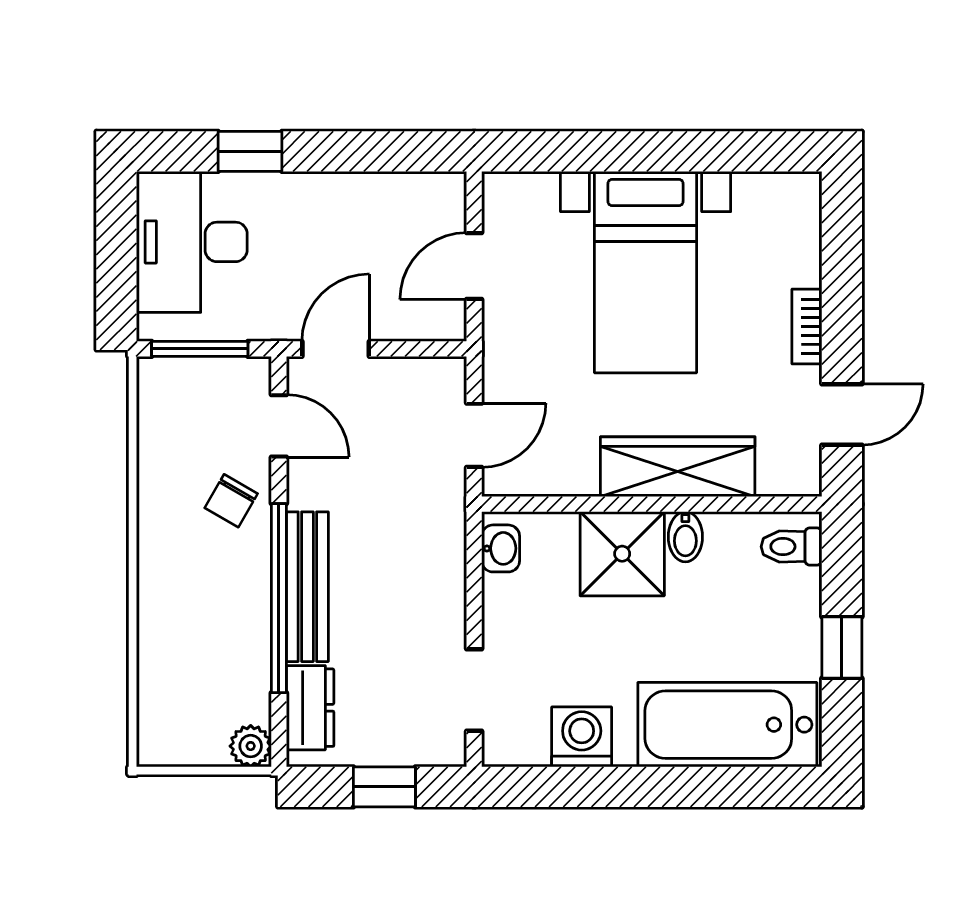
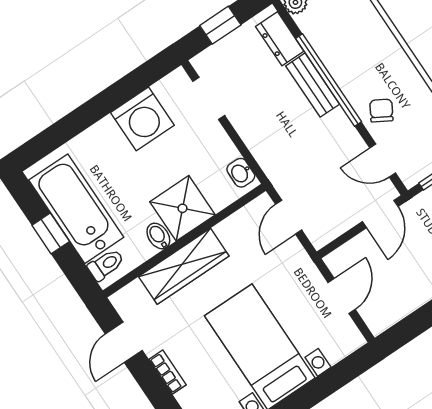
bench: (307, 587) -> (313, 85), width x0.73
bathtub: (727, 725) -> (76, 209), moved, turned -90
washing machine: (582, 737) -> (142, 119), width x1.37, depth x1.37

